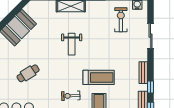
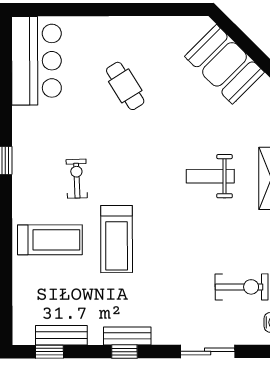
weight bench: (72, 44) -> (210, 176), moved
window: (151, 87) -> (124, 352), moved

